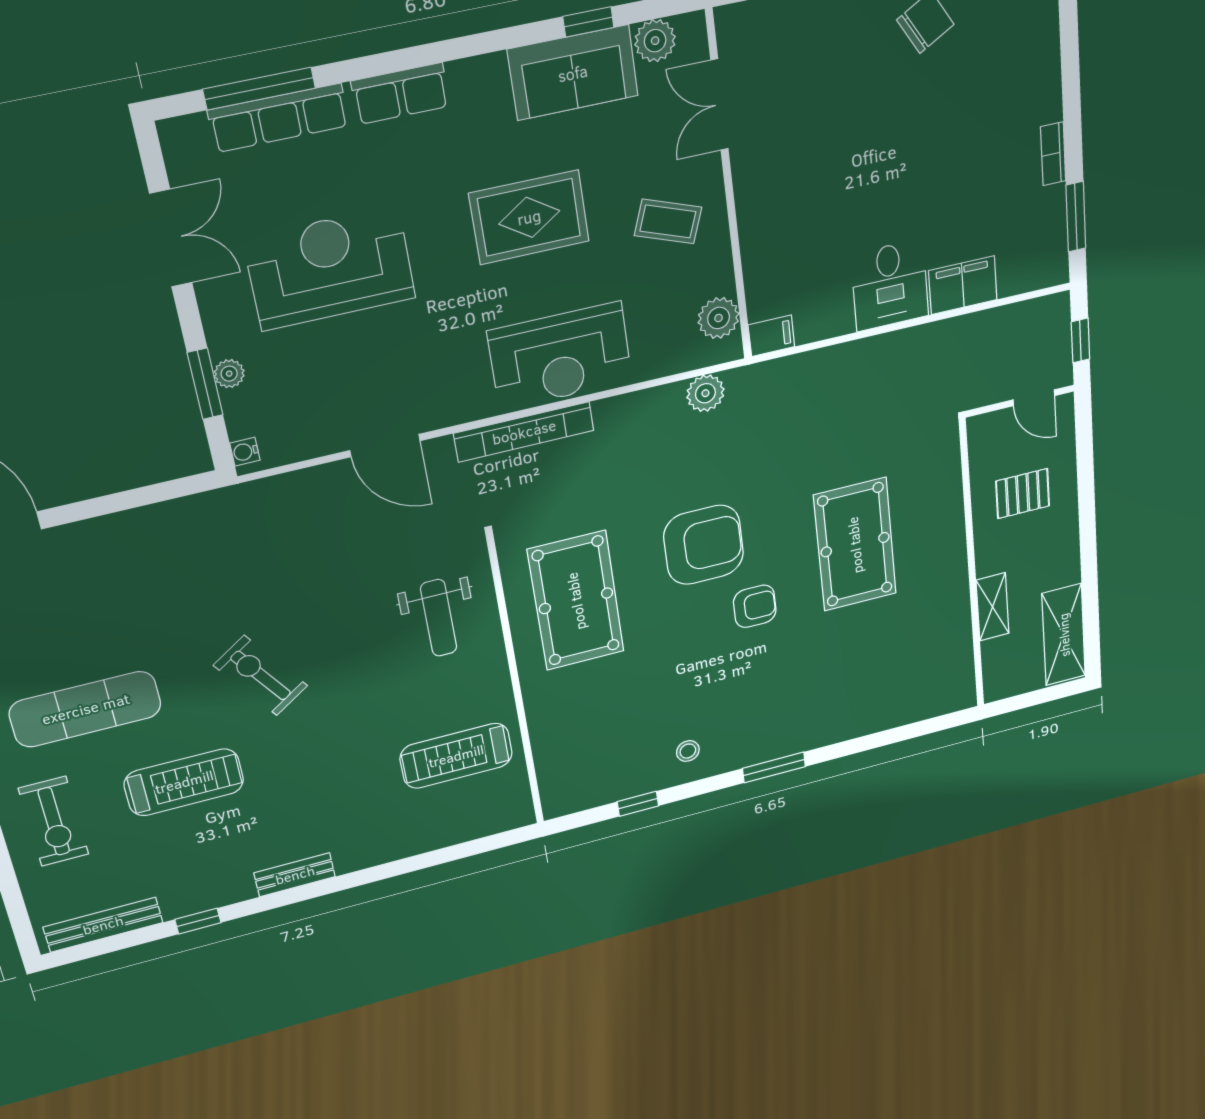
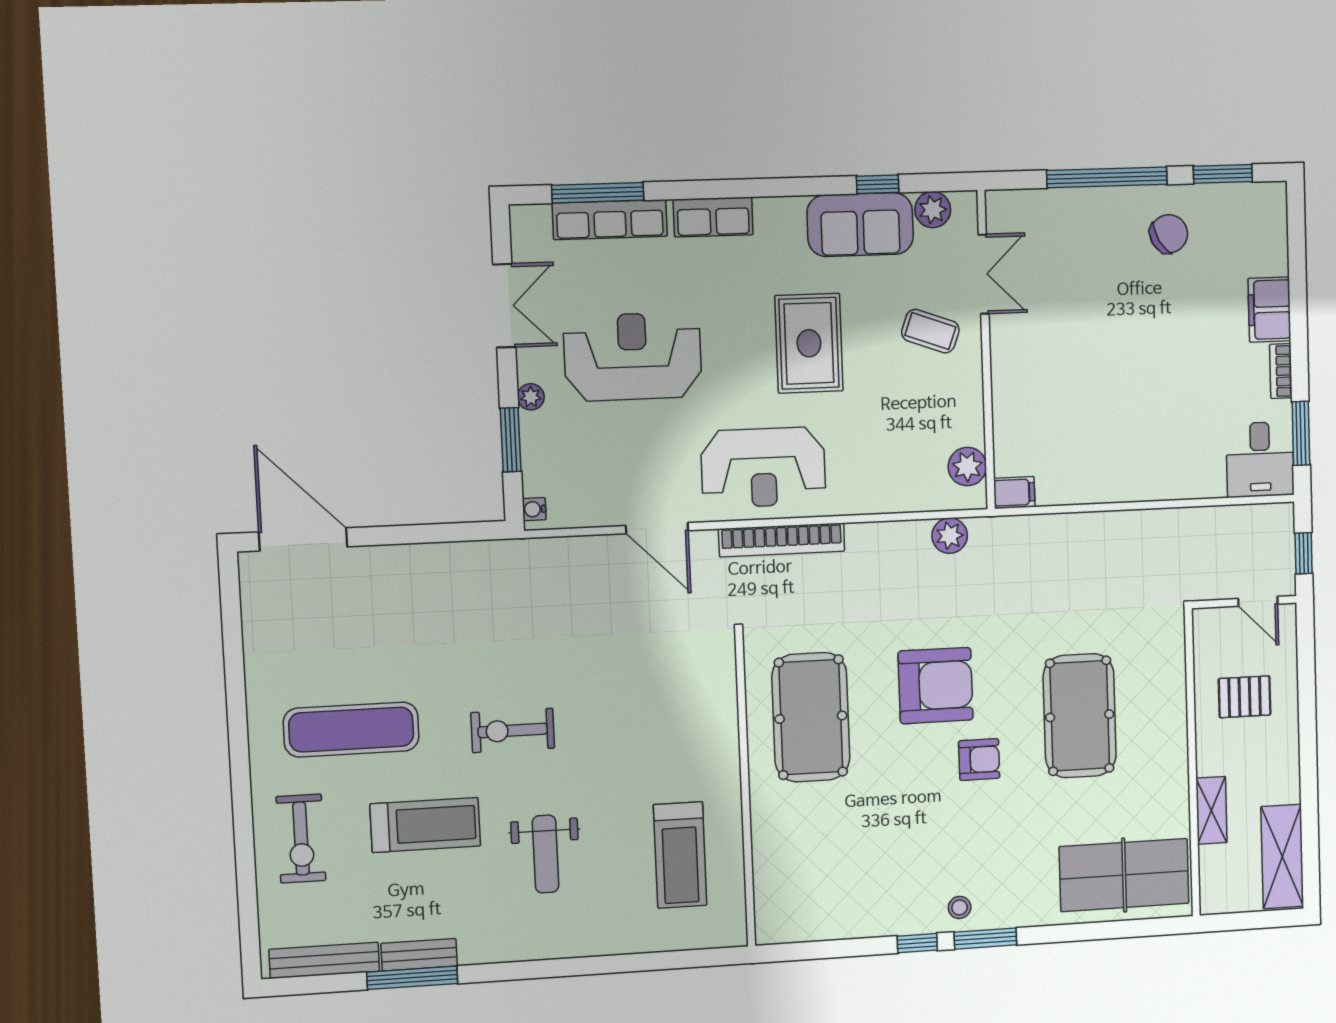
double door: (719, 105) -> (984, 274), swing flipped
rug: (529, 217) -> (809, 343), turned 90
coffee table: (668, 221) -> (930, 331), moved
desk: (890, 285) -> (1260, 459), moved
filing cabinet: (963, 285) -> (1269, 310), moved, turned -90
reception desk: (560, 356) -> (763, 467), moved
plant: (229, 374) -> (531, 397), moved
weight bench: (439, 618) -> (546, 854), moved
exercise bike: (261, 676) -> (513, 730), turned -56
table tennis table: (908, 683) -> (1124, 875), added
stool: (688, 751) -> (960, 907), moved
treadmill: (456, 756) -> (680, 855), turned -90
window: (638, 804) -> (917, 943), moved
bench: (295, 875) -> (419, 955), moved
window: (198, 921) -> (412, 978), width x2.17

